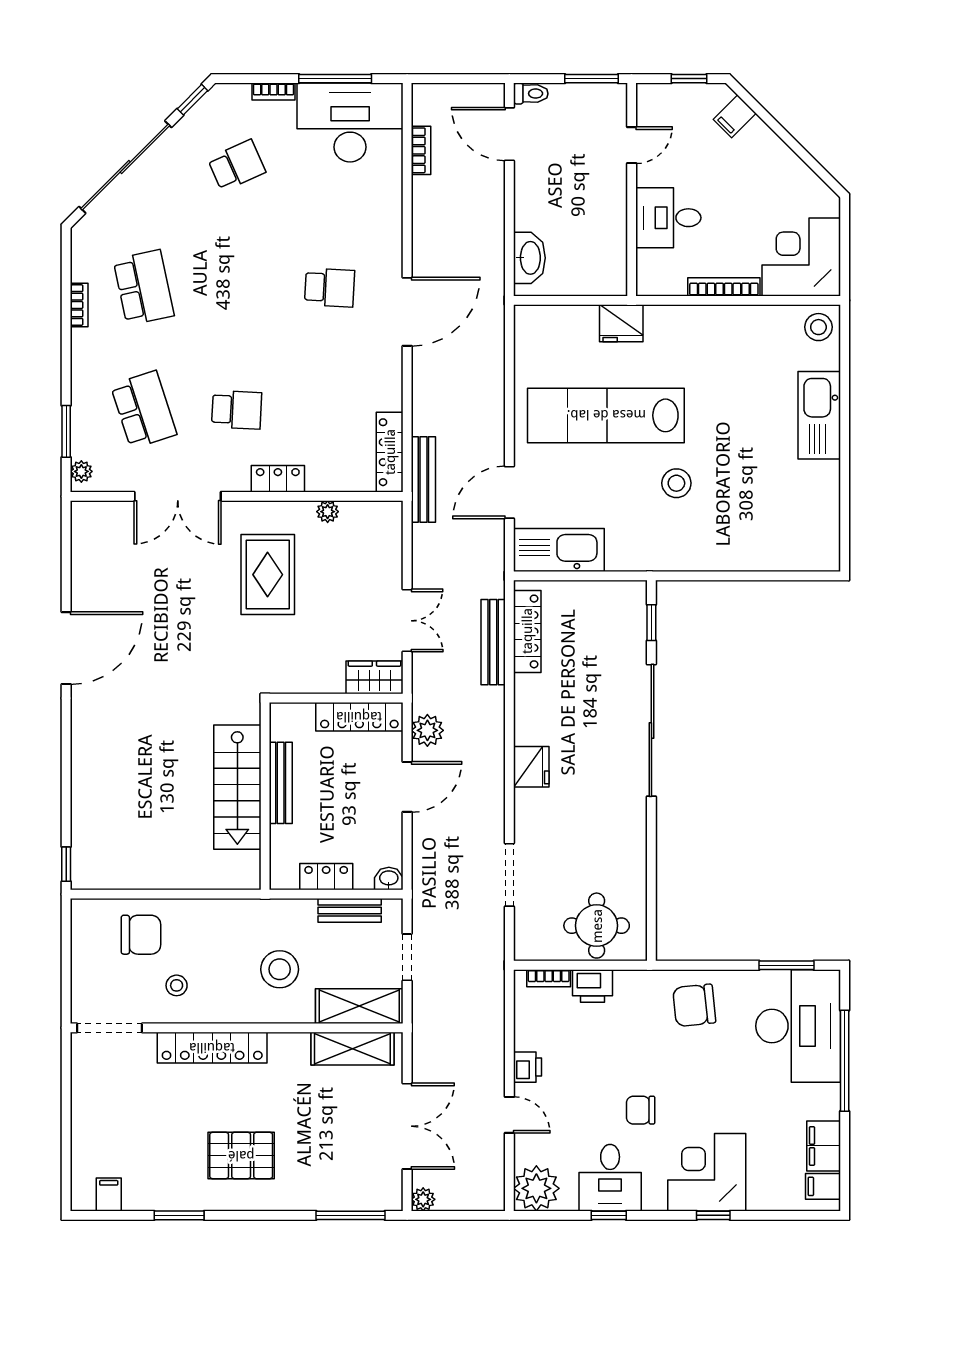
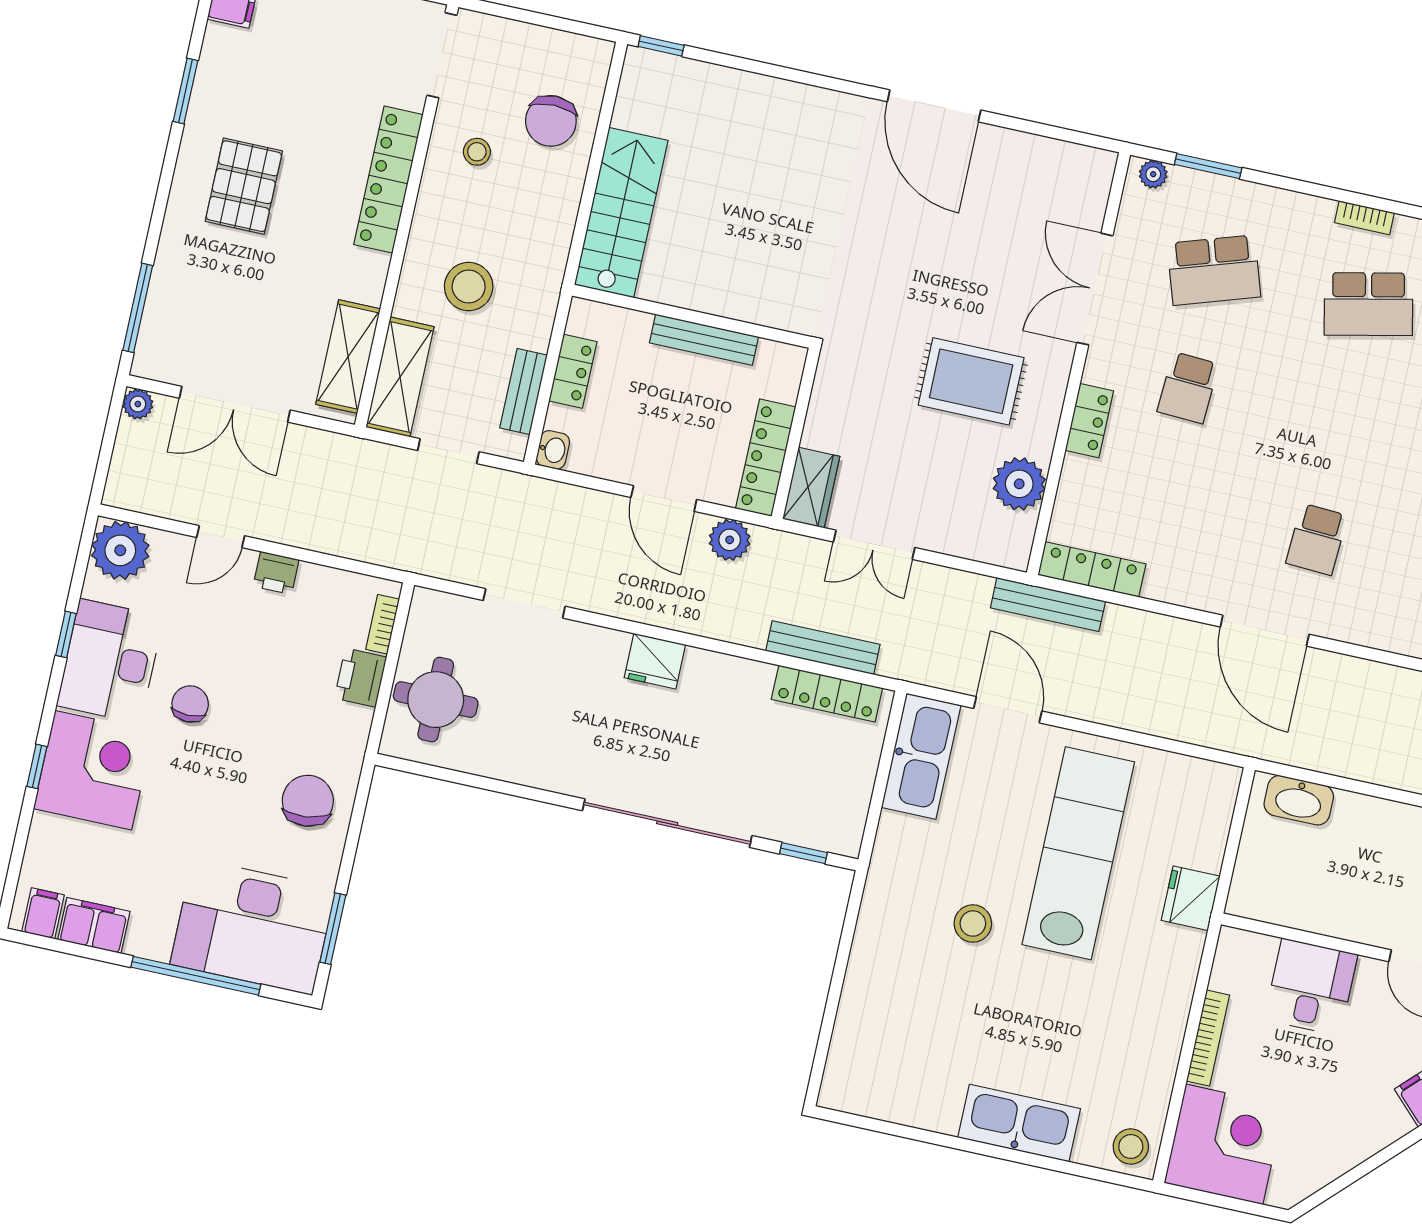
plant: (328, 512) -> (1019, 484), width x1.88, depth x1.88
stairs: (237, 787) -> (621, 213), moved, turned 90
desk: (610, 1178) -> (110, 661), width x1.37

